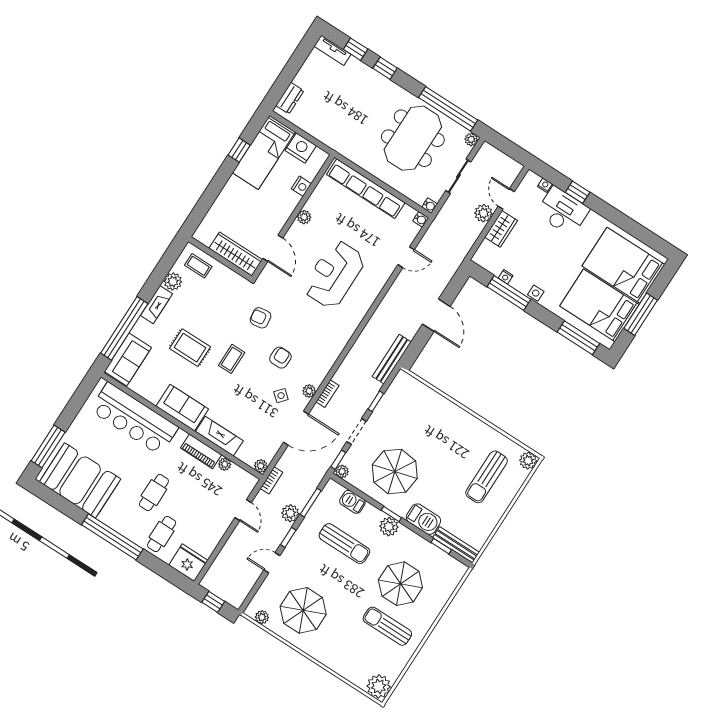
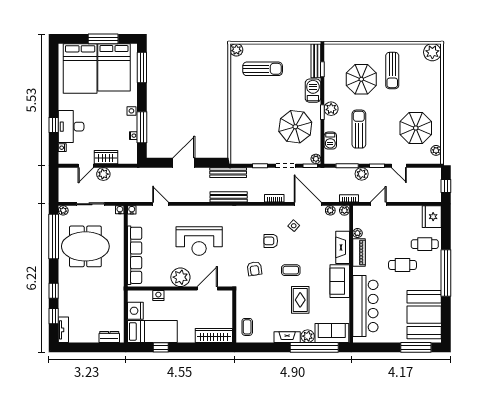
plant: (304, 217) -> (180, 277), width x1.88, depth x1.88
wardrobe: (236, 254) -> (214, 336), moved, turned 90
plant: (173, 281) -> (308, 336), moved
bench: (363, 342) -> (229, 197), added
plant: (309, 391) -> (330, 210), moved

